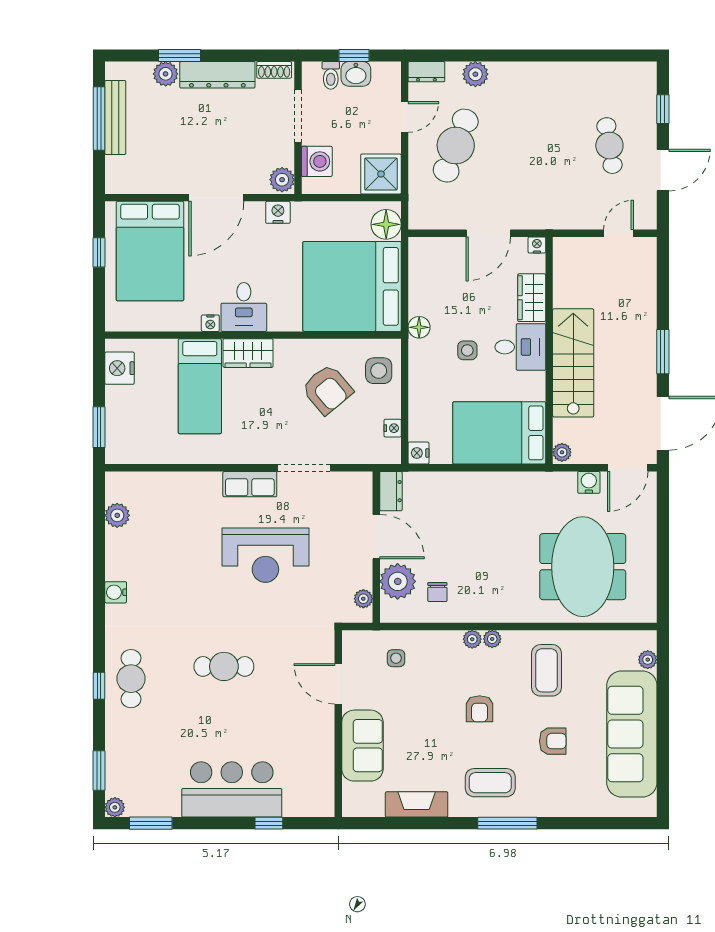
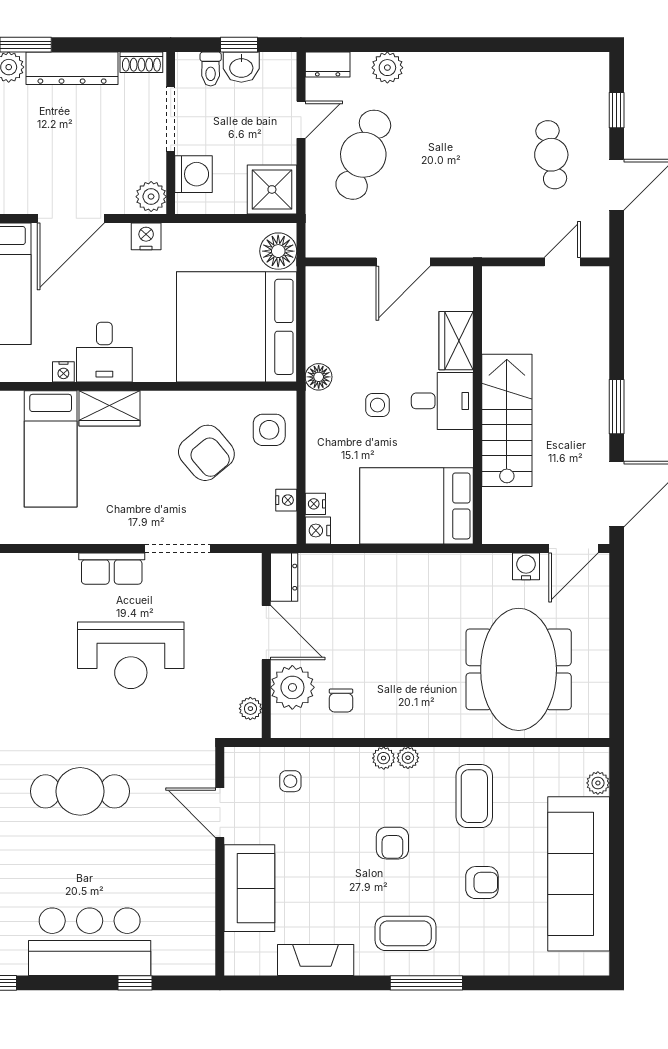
nightstand: (537, 245) -> (315, 504), moved, turned -90
plant: (562, 452) -> (493, 530), removed
cafe table: (224, 666) -> (80, 791), width x1.37, depth x1.35

